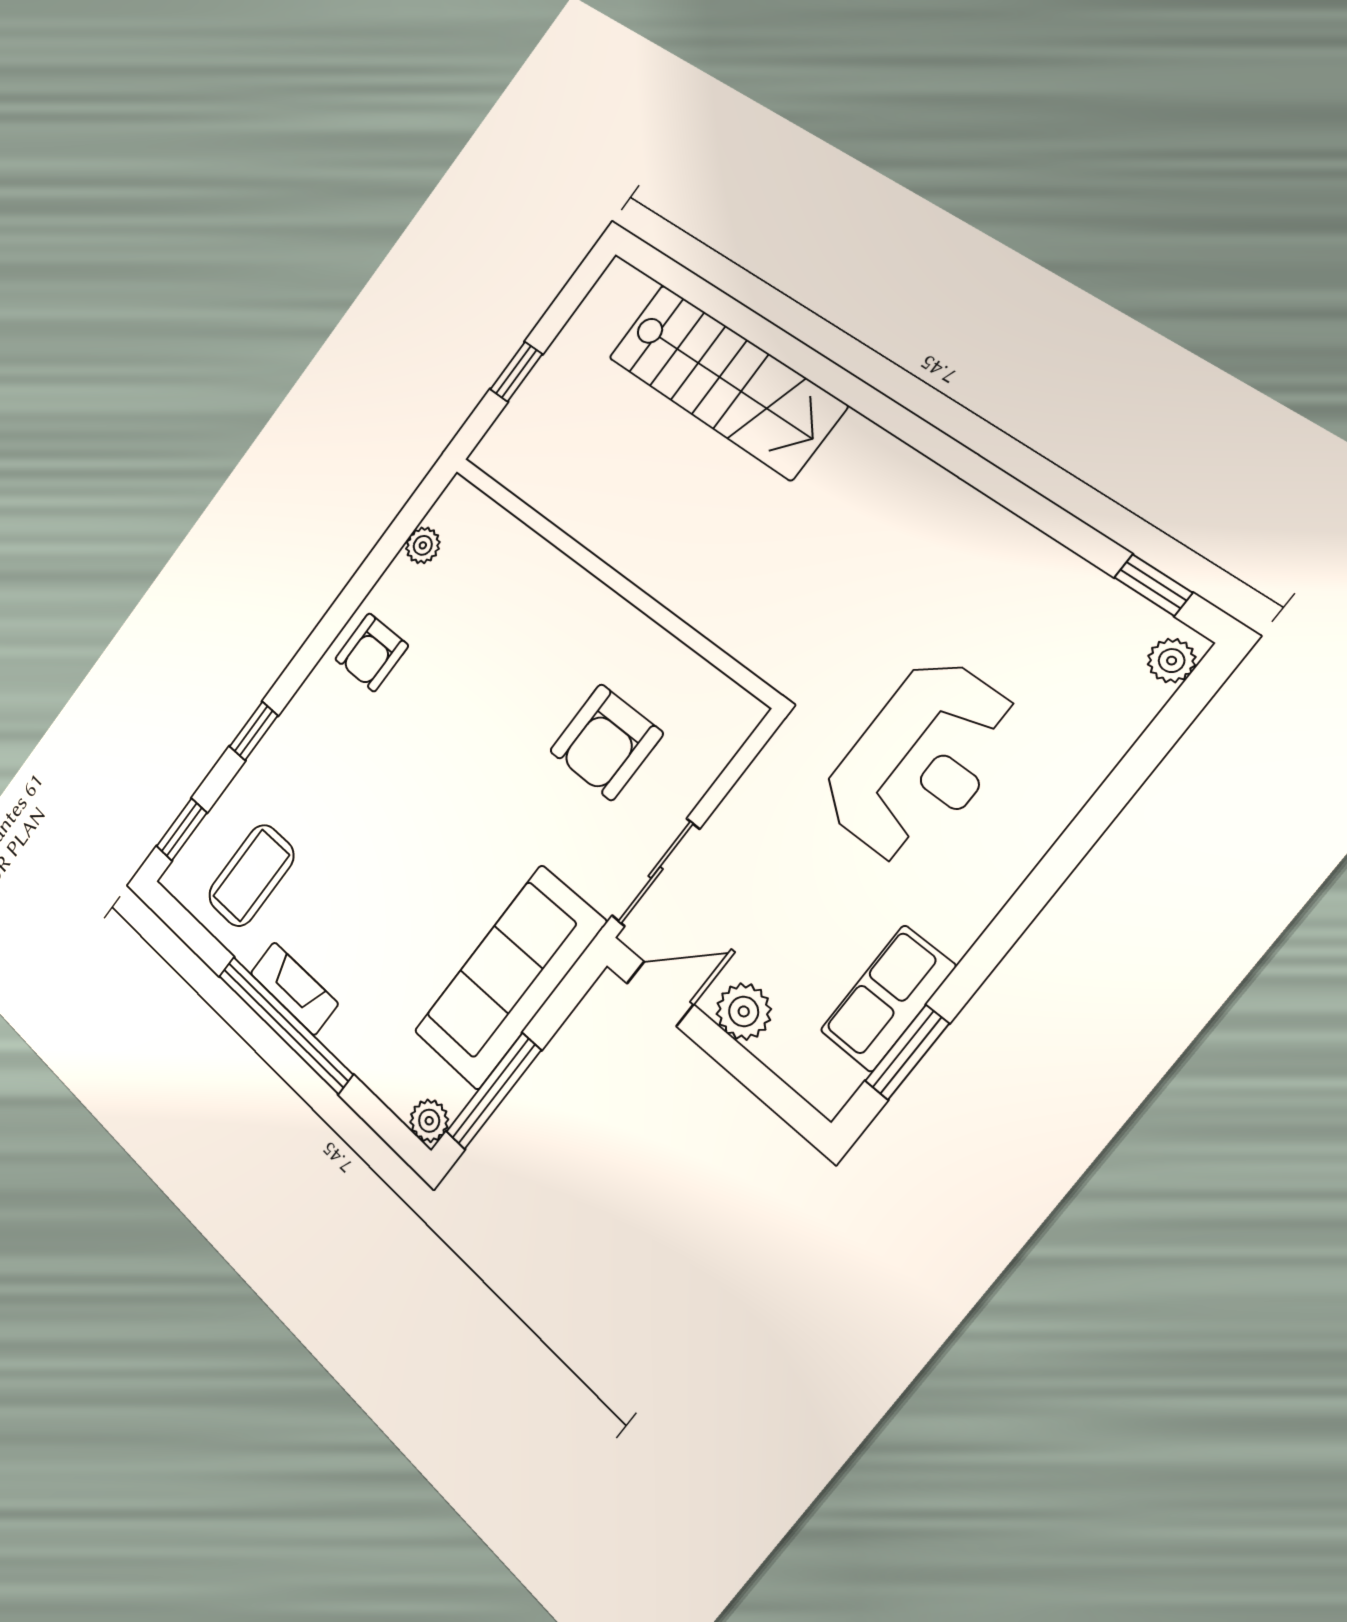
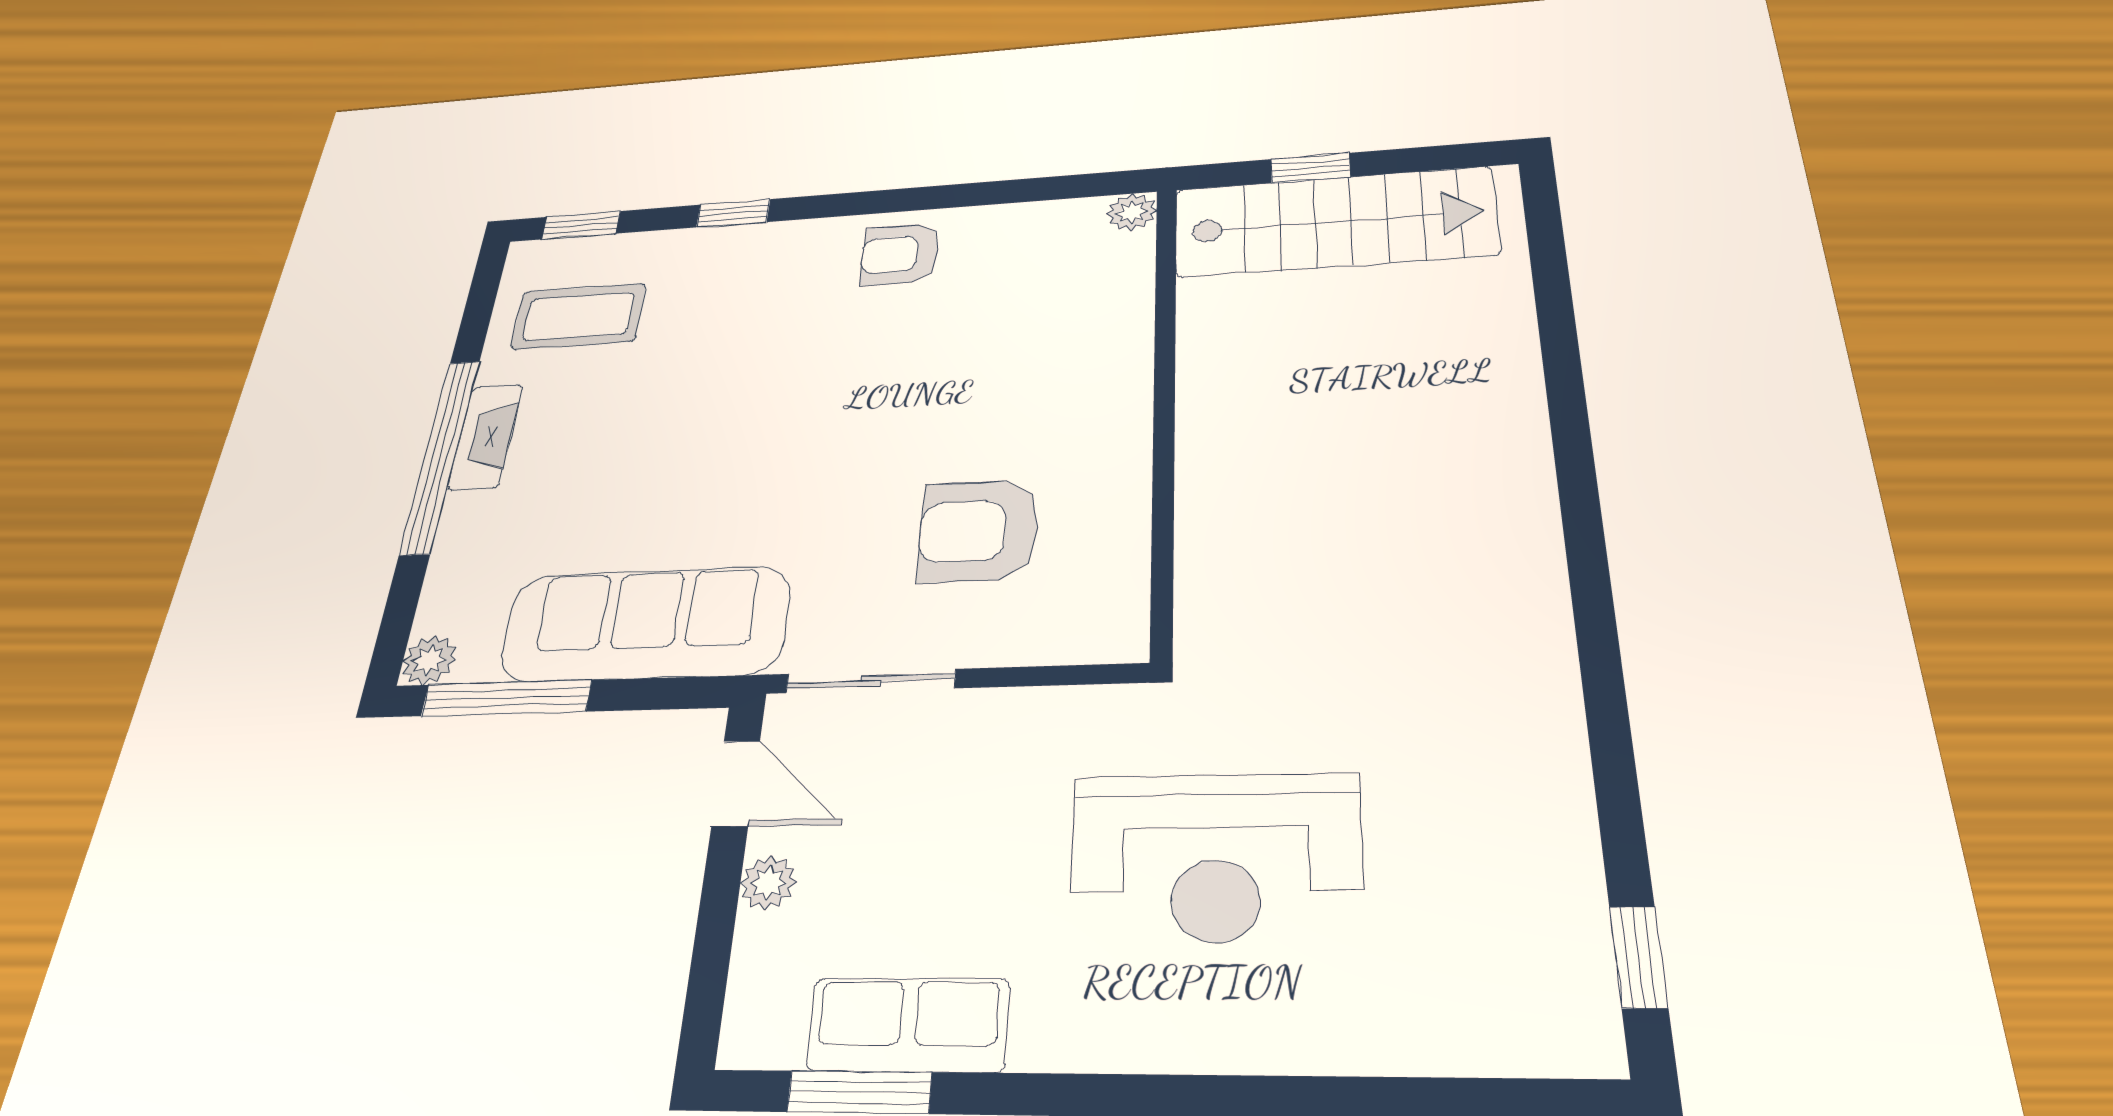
stairs: (726, 381) -> (1334, 222), moved, turned -90
plant: (423, 545) -> (1132, 212), moved
plant: (1172, 661) -> (1566, 1045), removed
plant: (744, 1011) -> (768, 883), width x0.73, depth x0.73

